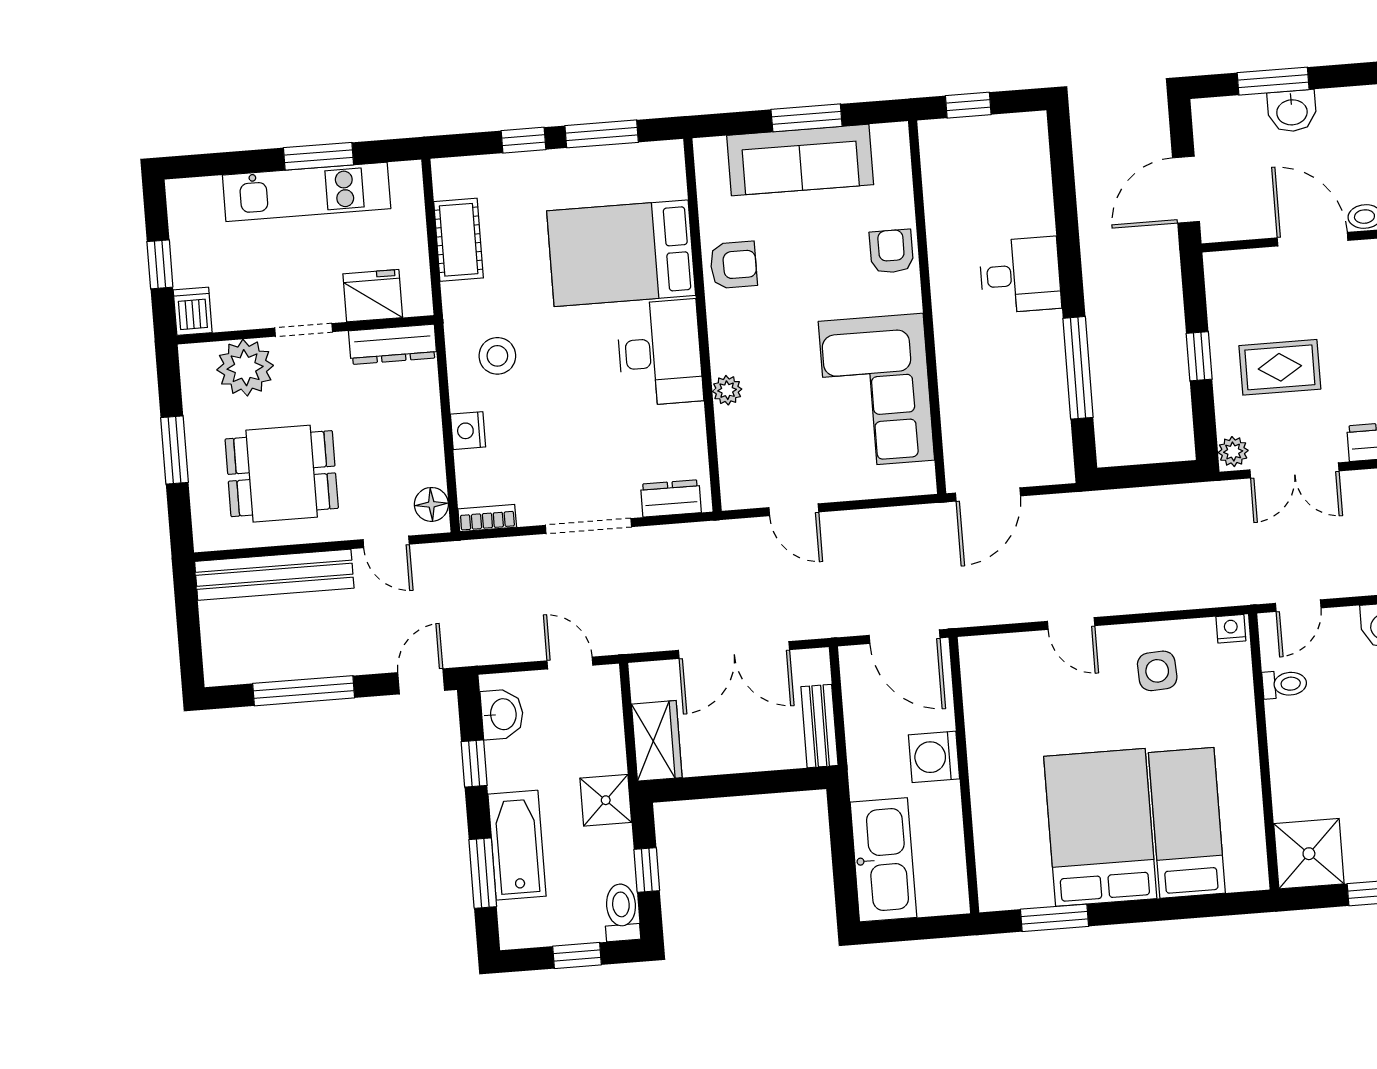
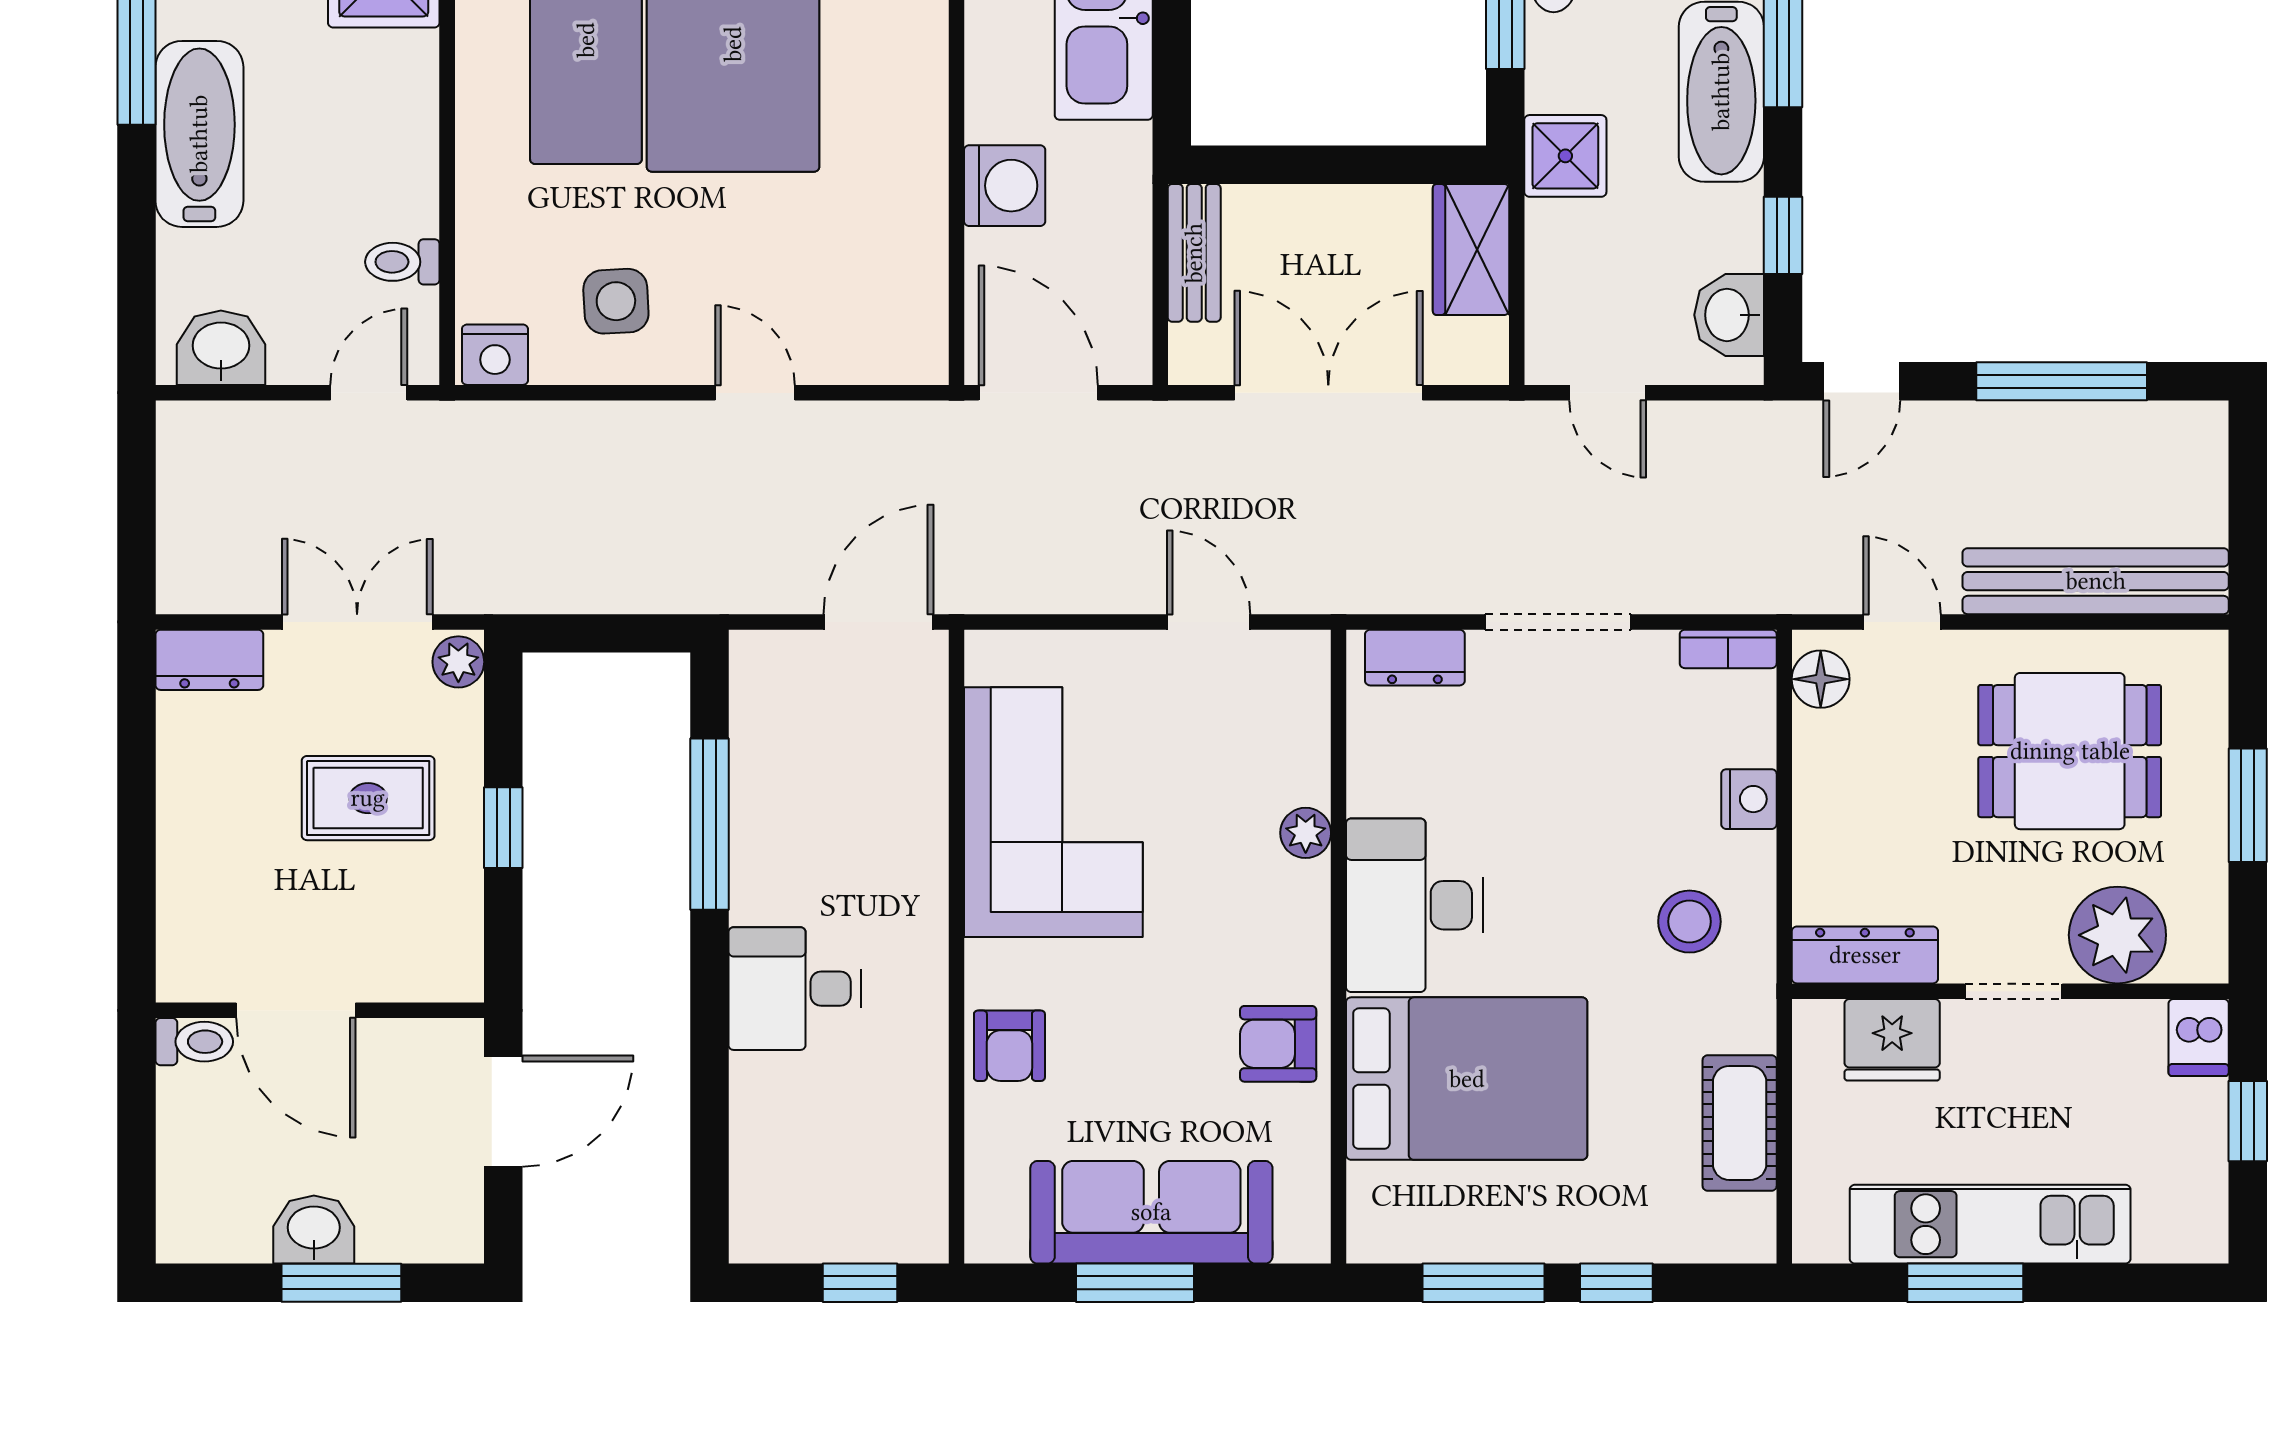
nightstand: (1231, 629) -> (495, 355), width x1.39, depth x1.35

